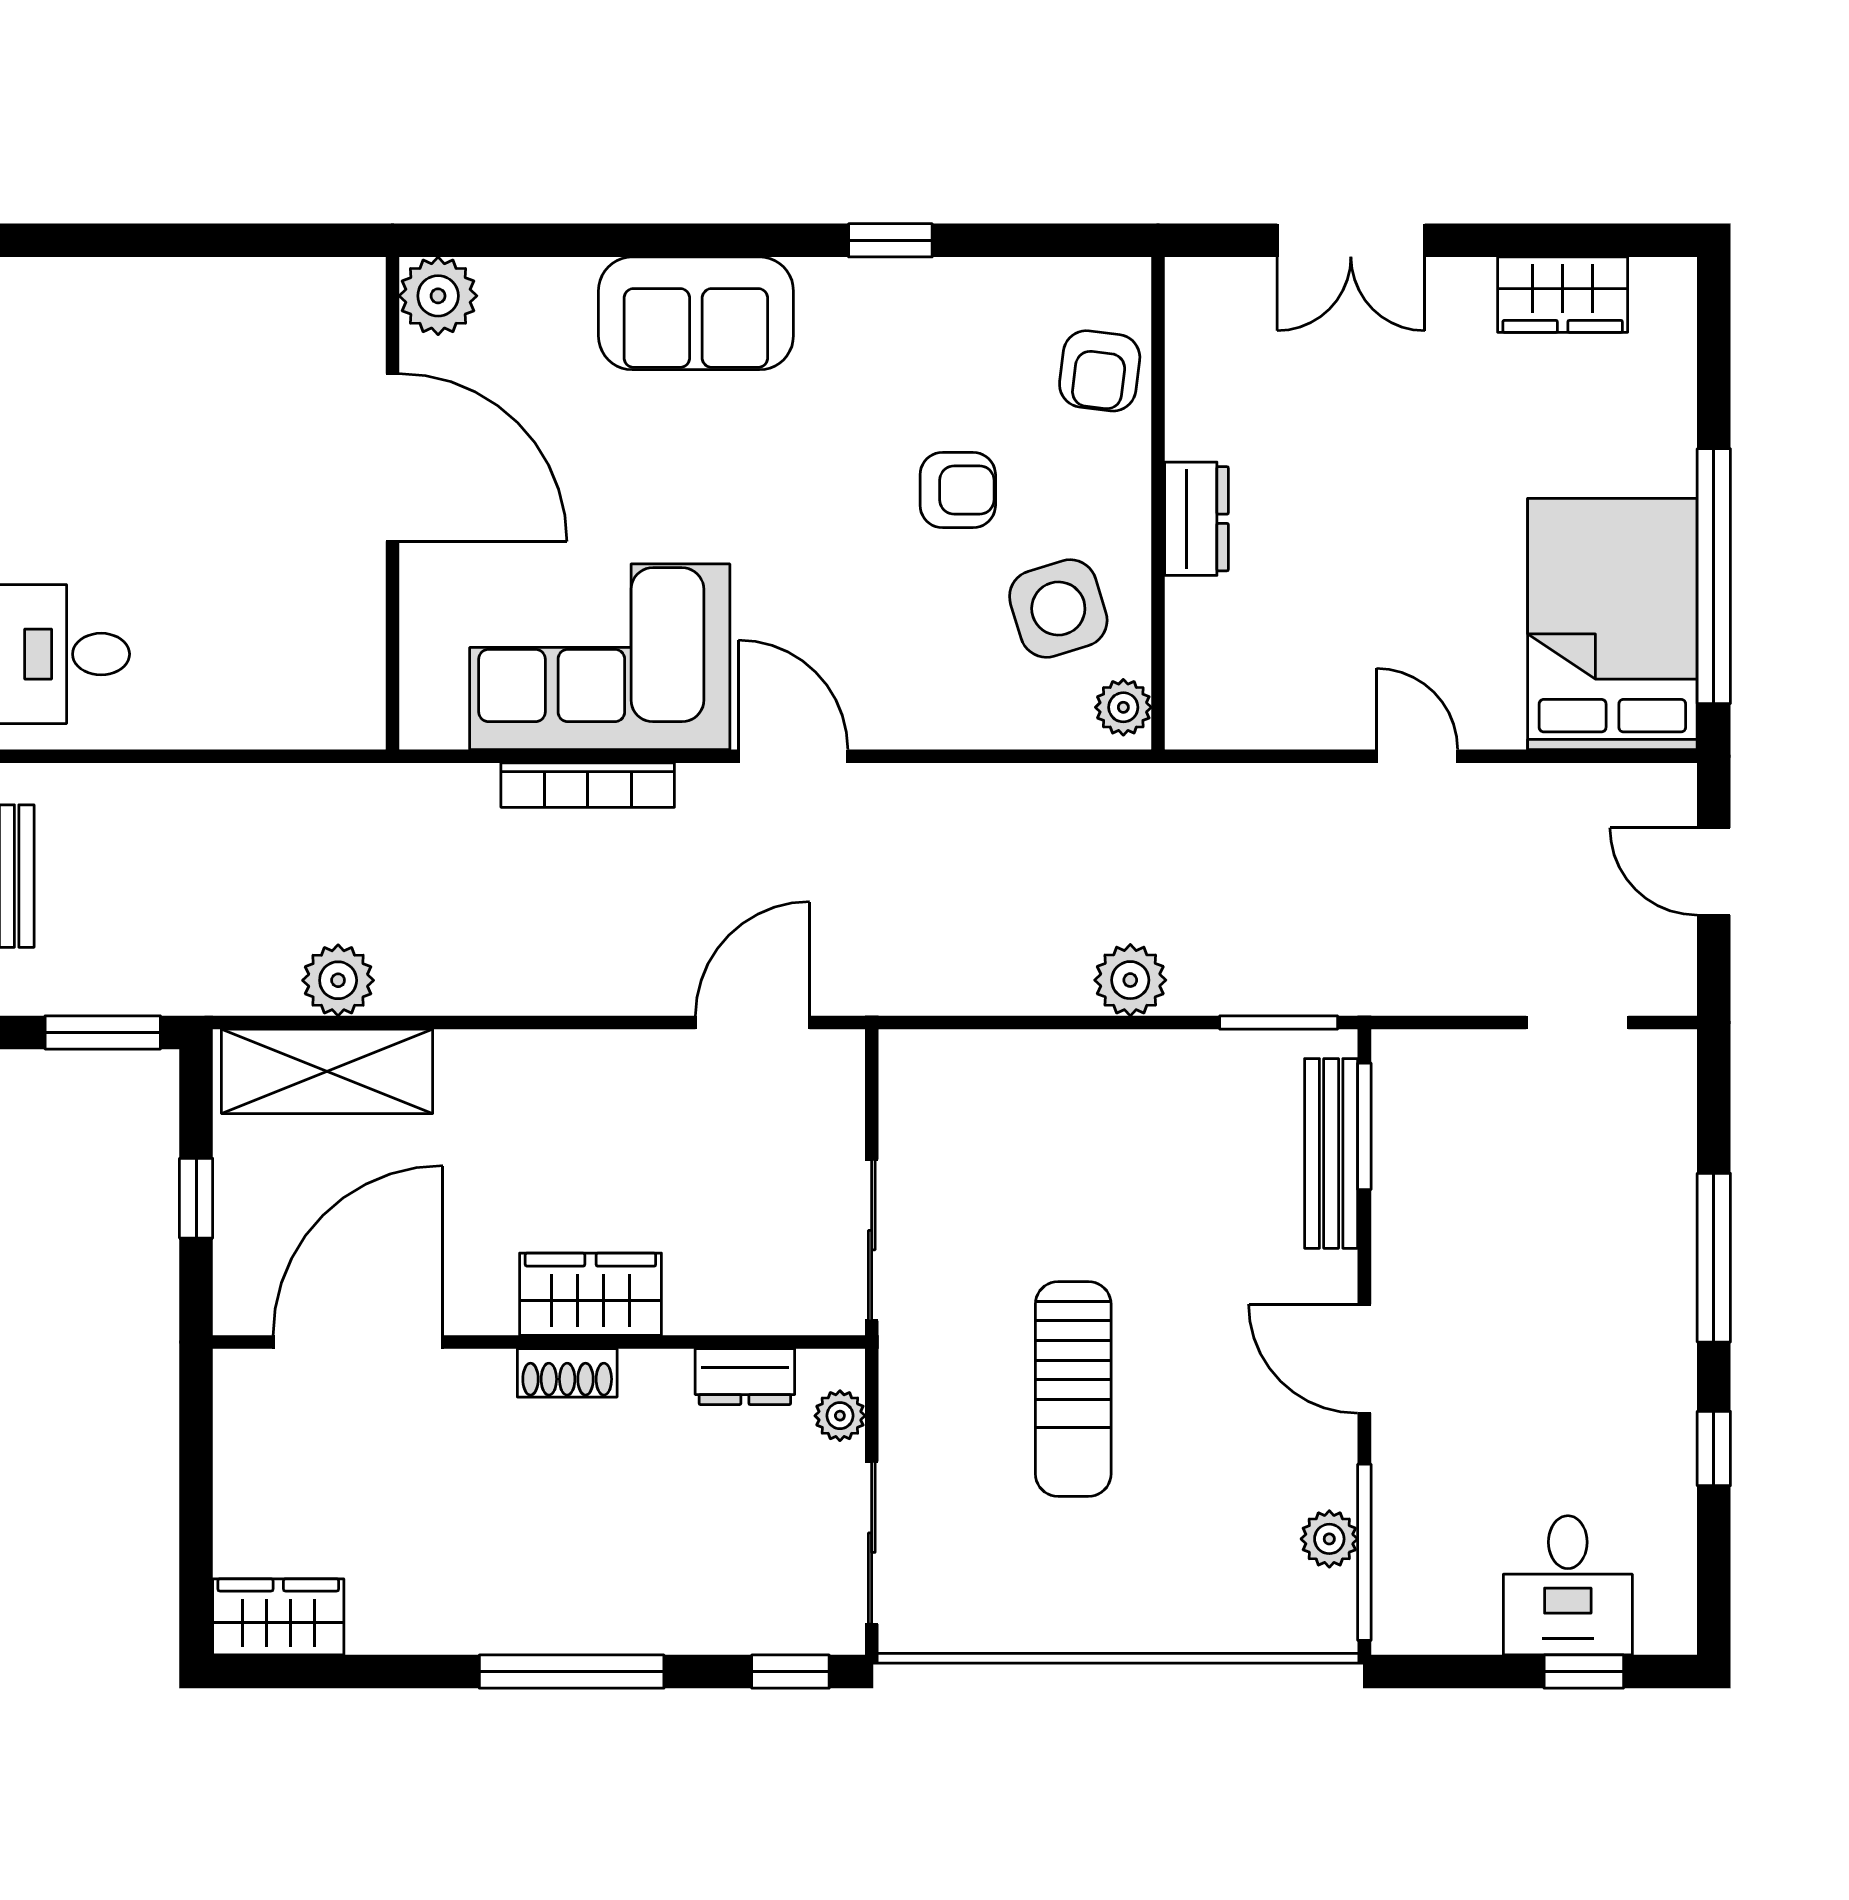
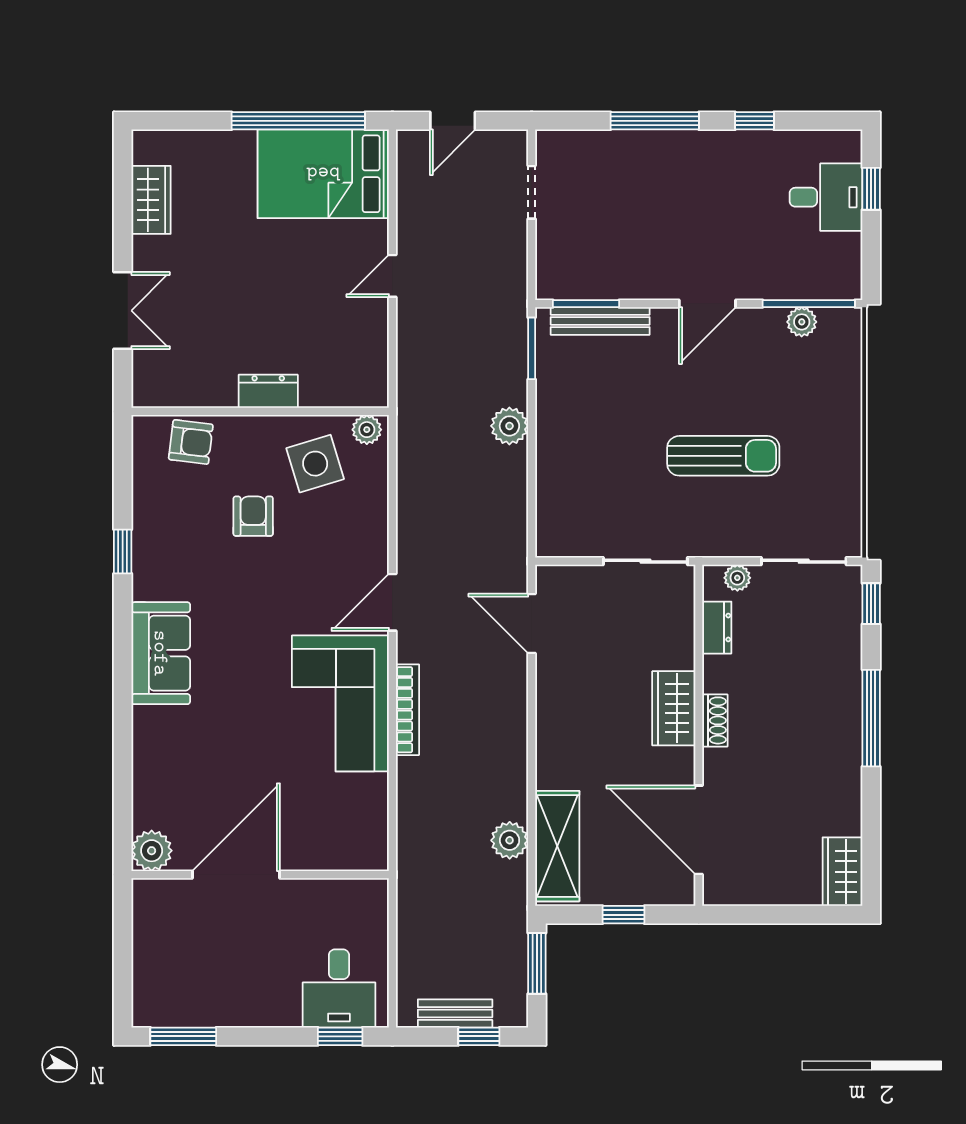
plant: (438, 296) -> (152, 851), moved
door: (392, 457) -> (236, 875), moved
wall: (392, 503) -> (260, 875), moved

